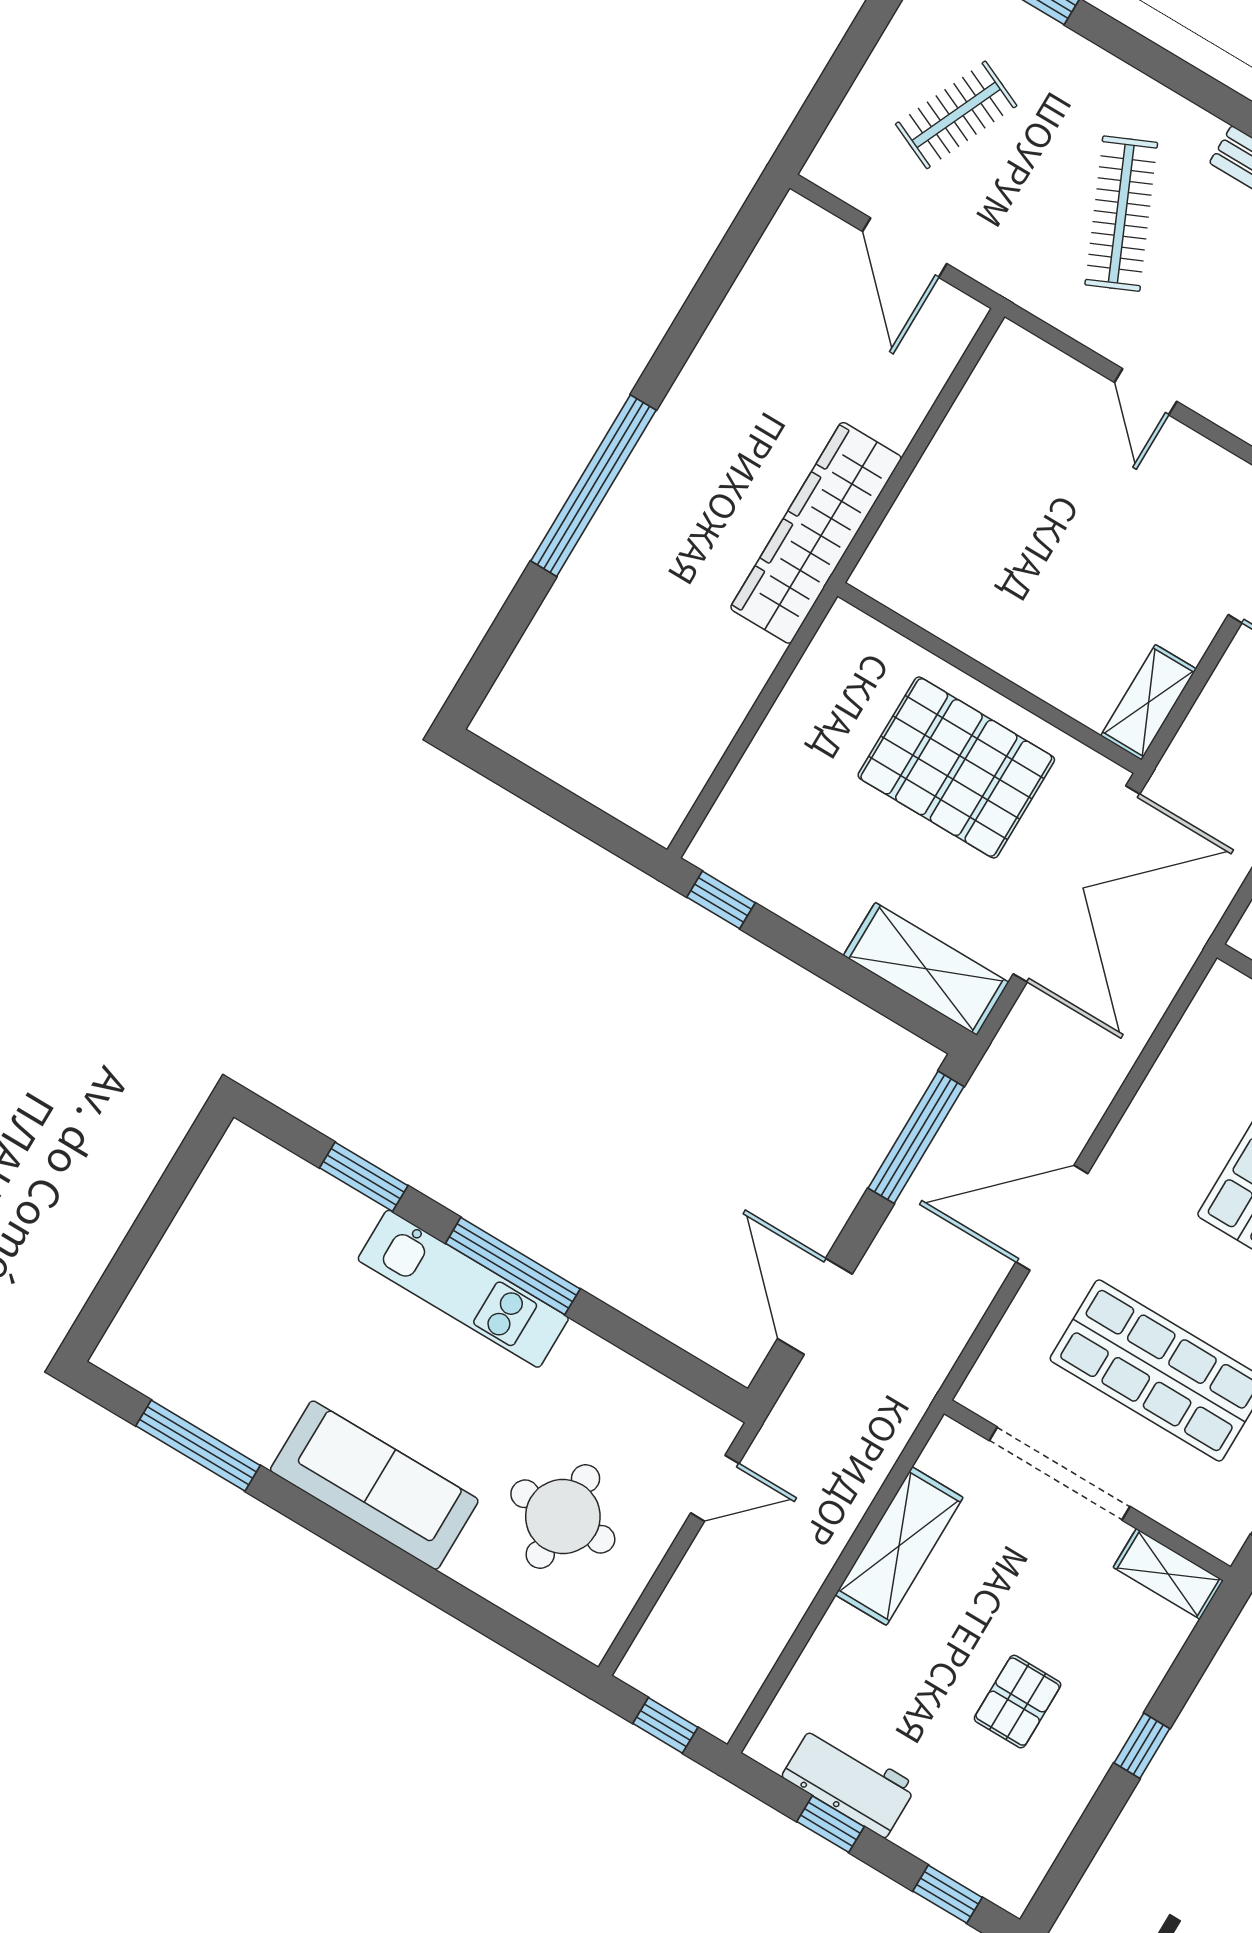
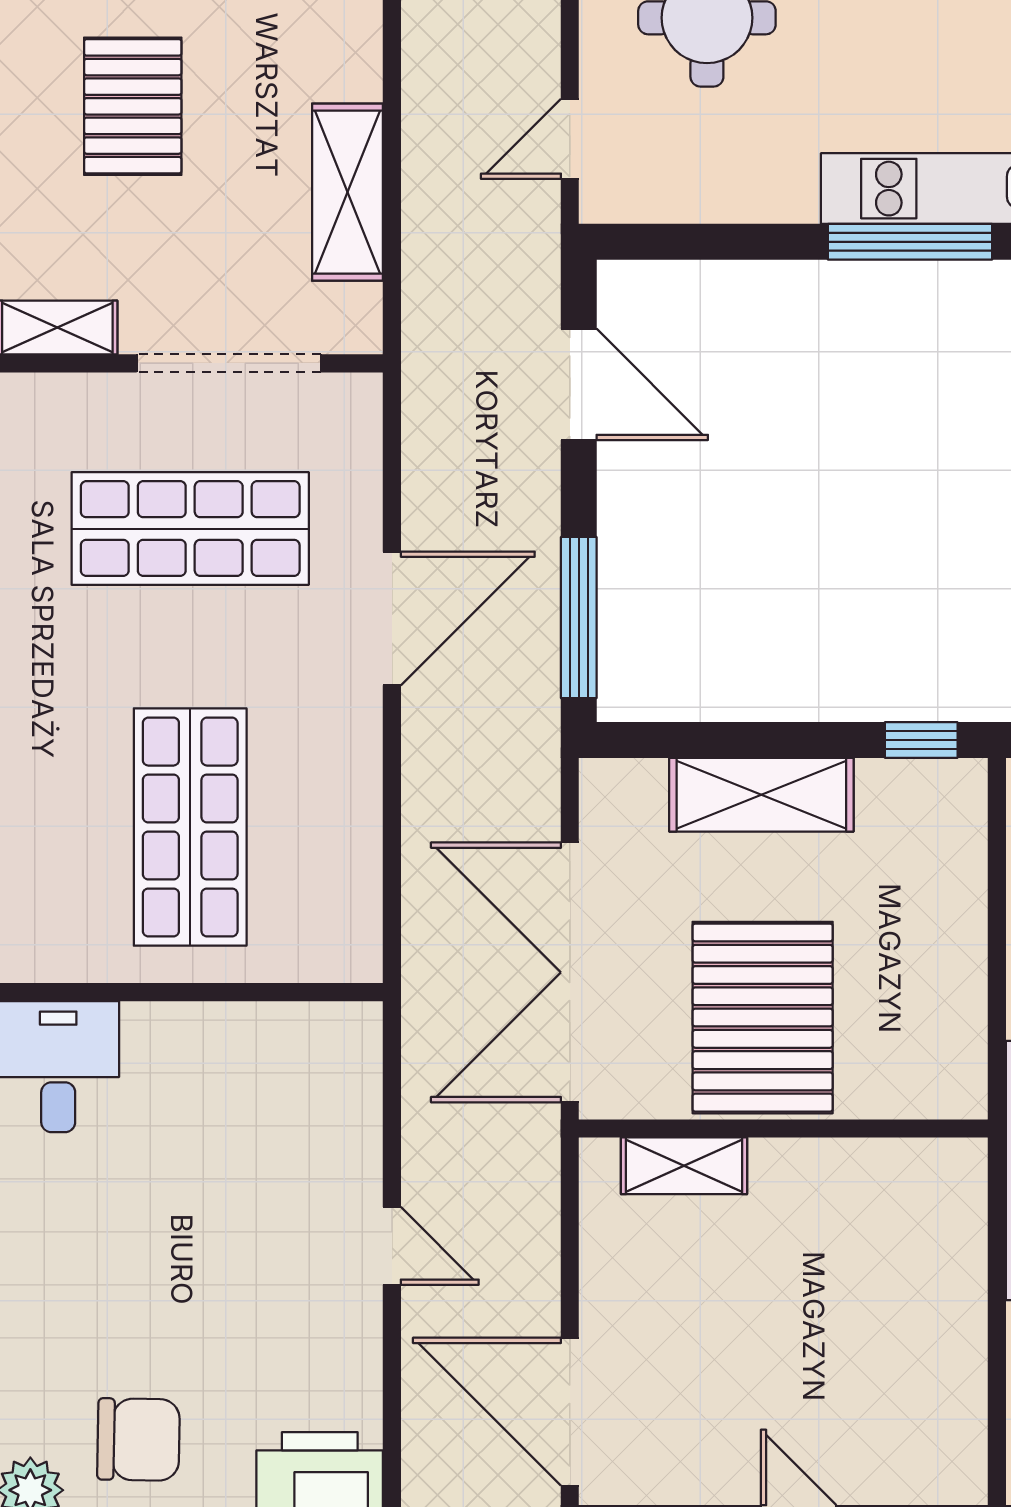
shelving: (1148, 702) -> (684, 1166), moved, turned 90
pallet: (956, 767) -> (763, 1018), turned 90
shelving: (926, 969) -> (761, 795), moved
pallet: (1018, 1702) -> (133, 106), width x1.50, depth x1.42

